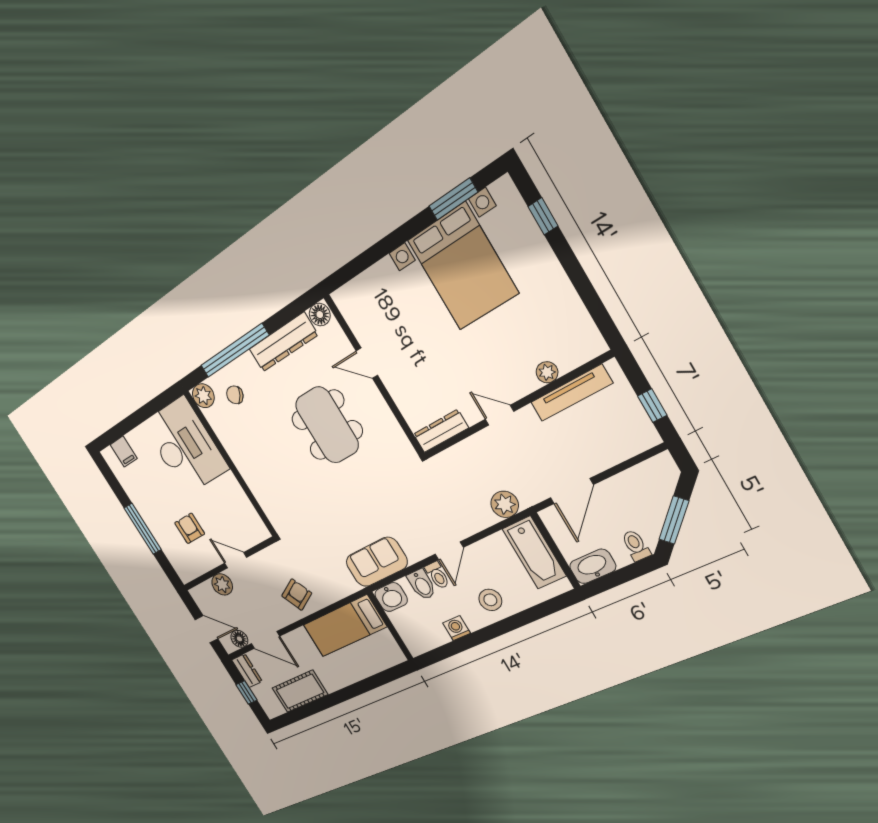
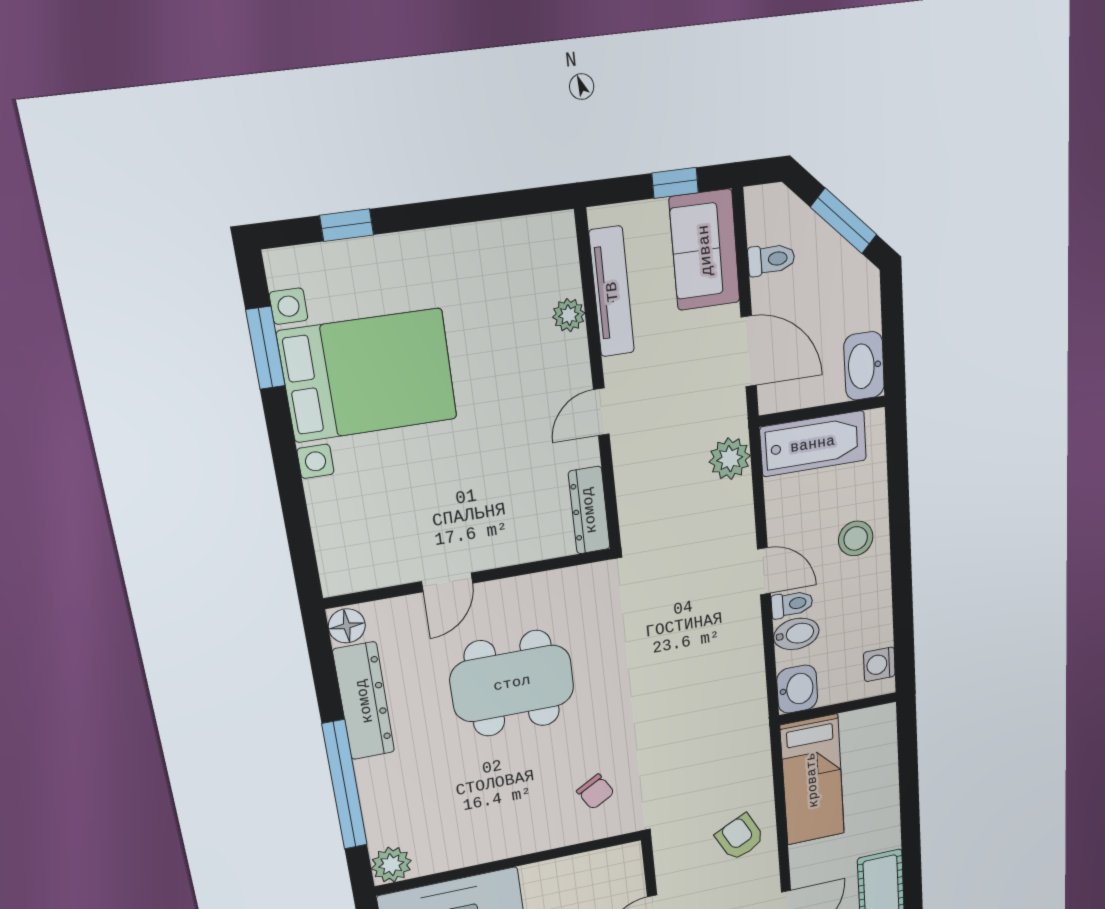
chair: (235, 395) -> (596, 792), moved, turned -64
toilet: (636, 545) -> (771, 259), moved, turned 180
sofa: (377, 562) -> (705, 250), moved
washing machine: (456, 628) -> (879, 664), moved

